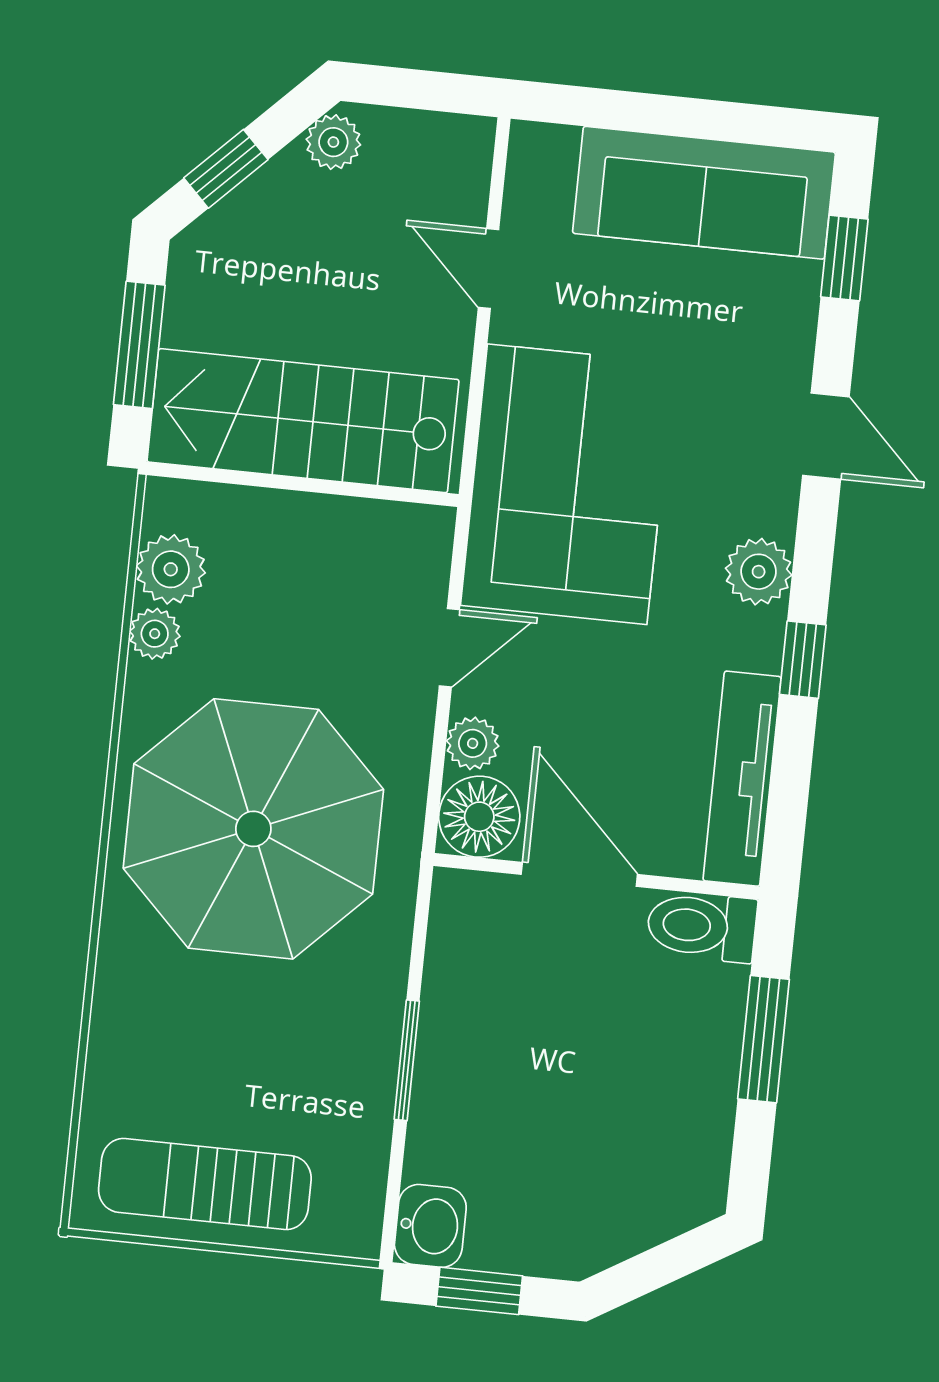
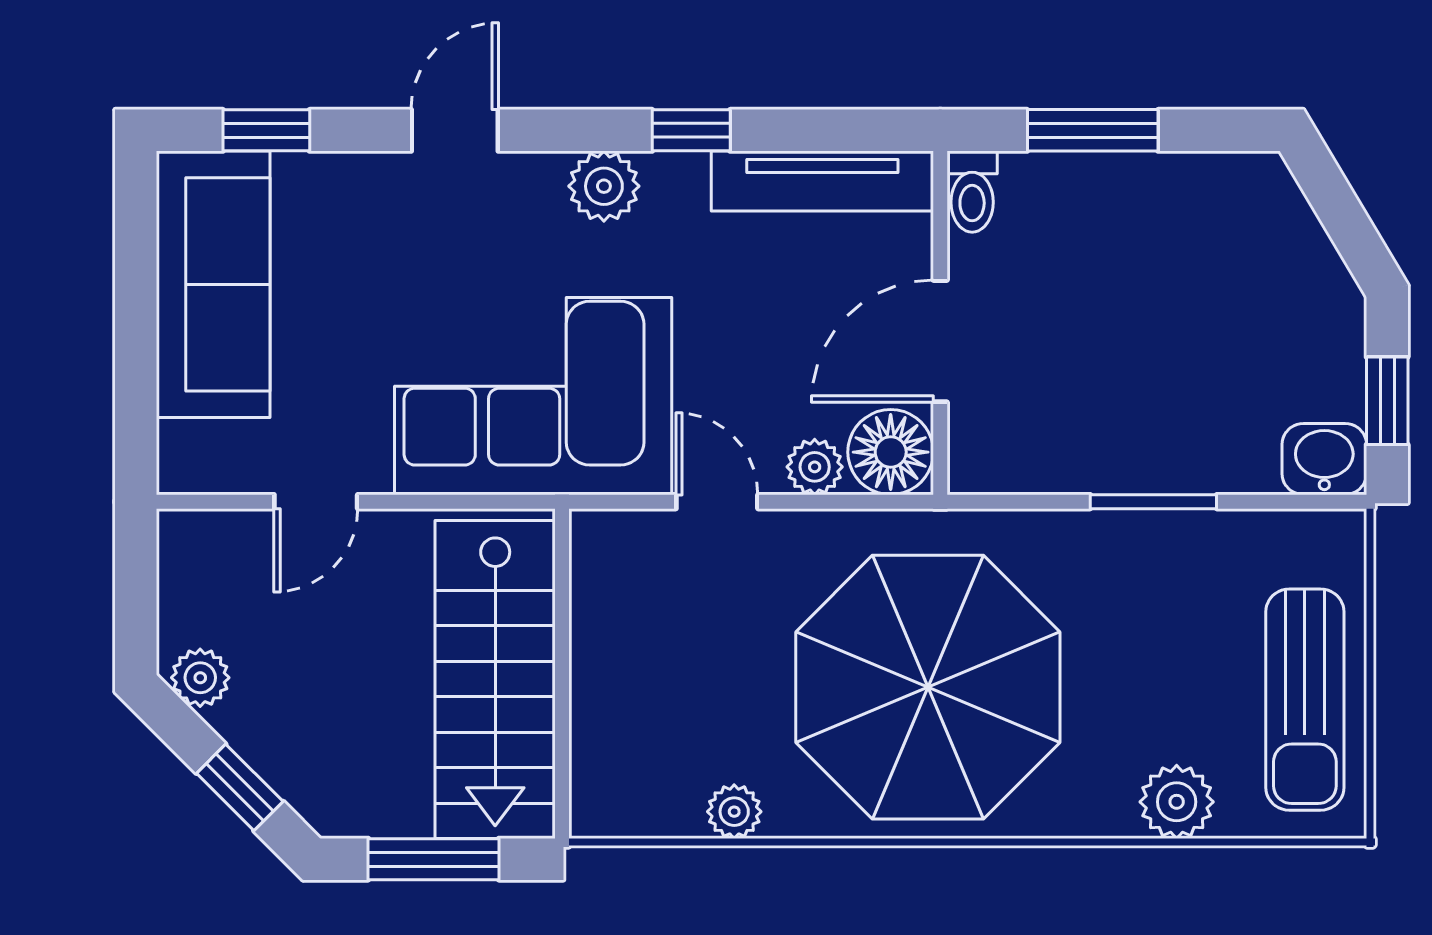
plant: (171, 569) -> (1177, 802), moved
toilet: (702, 926) -> (972, 192), width x0.73, depth x0.72

